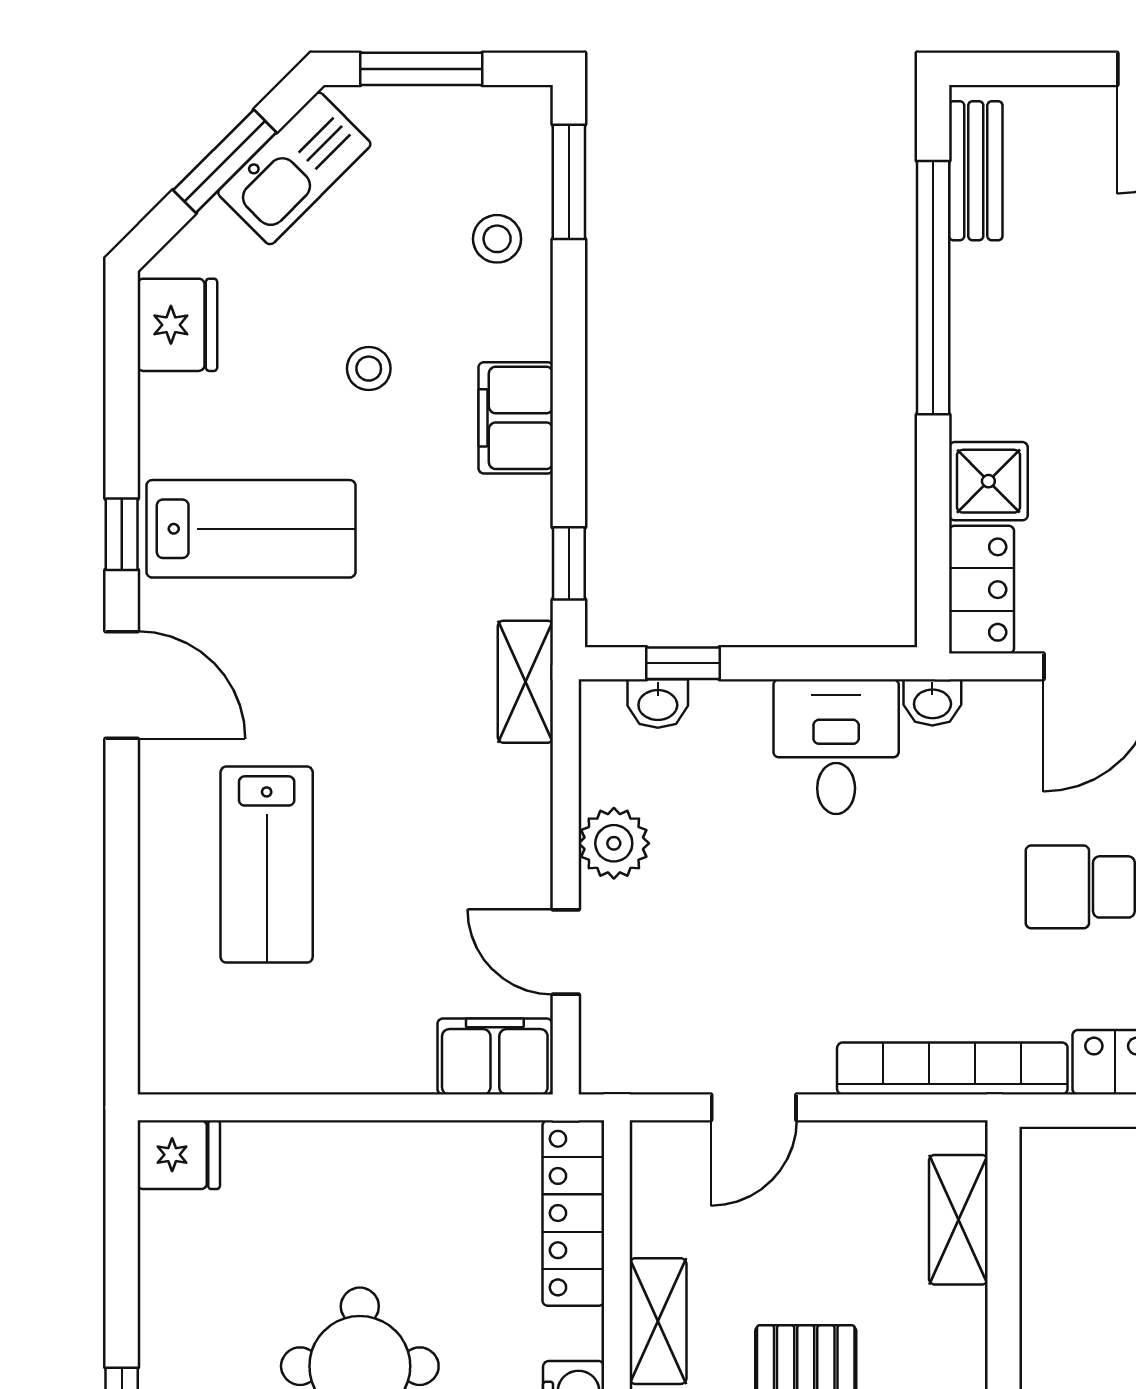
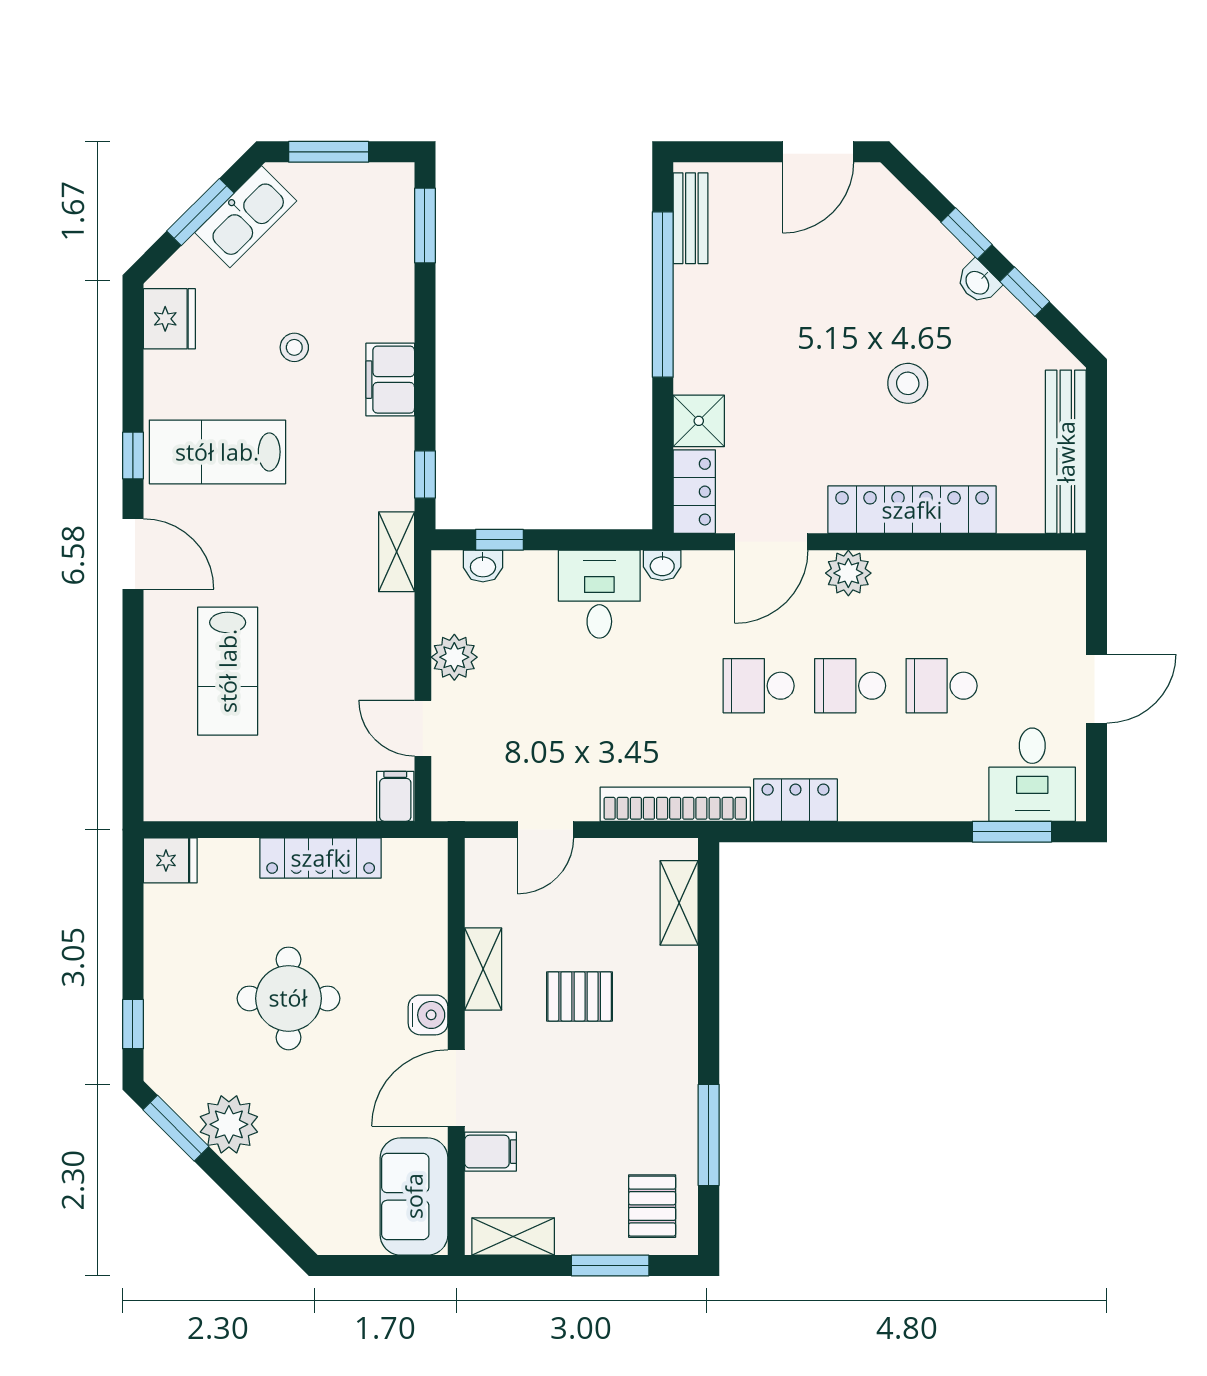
stool: (497, 239) -> (378, 263), removed
lab bench: (251, 529) -> (217, 452), turned 180
filing cabinet: (495, 1056) -> (395, 796), width x0.50
locker: (573, 1213) -> (321, 858), moved, turned -90

